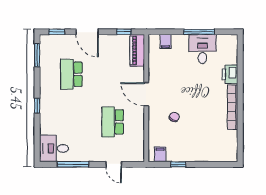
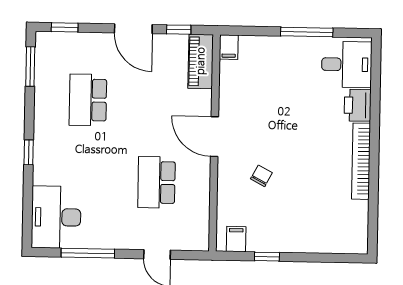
door: (87, 32) -> (133, 29), moved
filing cabinet: (165, 42) -> (229, 47), moved
desk: (202, 49) -> (347, 64), moved, turned 90
desk: (54, 148) -> (56, 217), width x1.37

